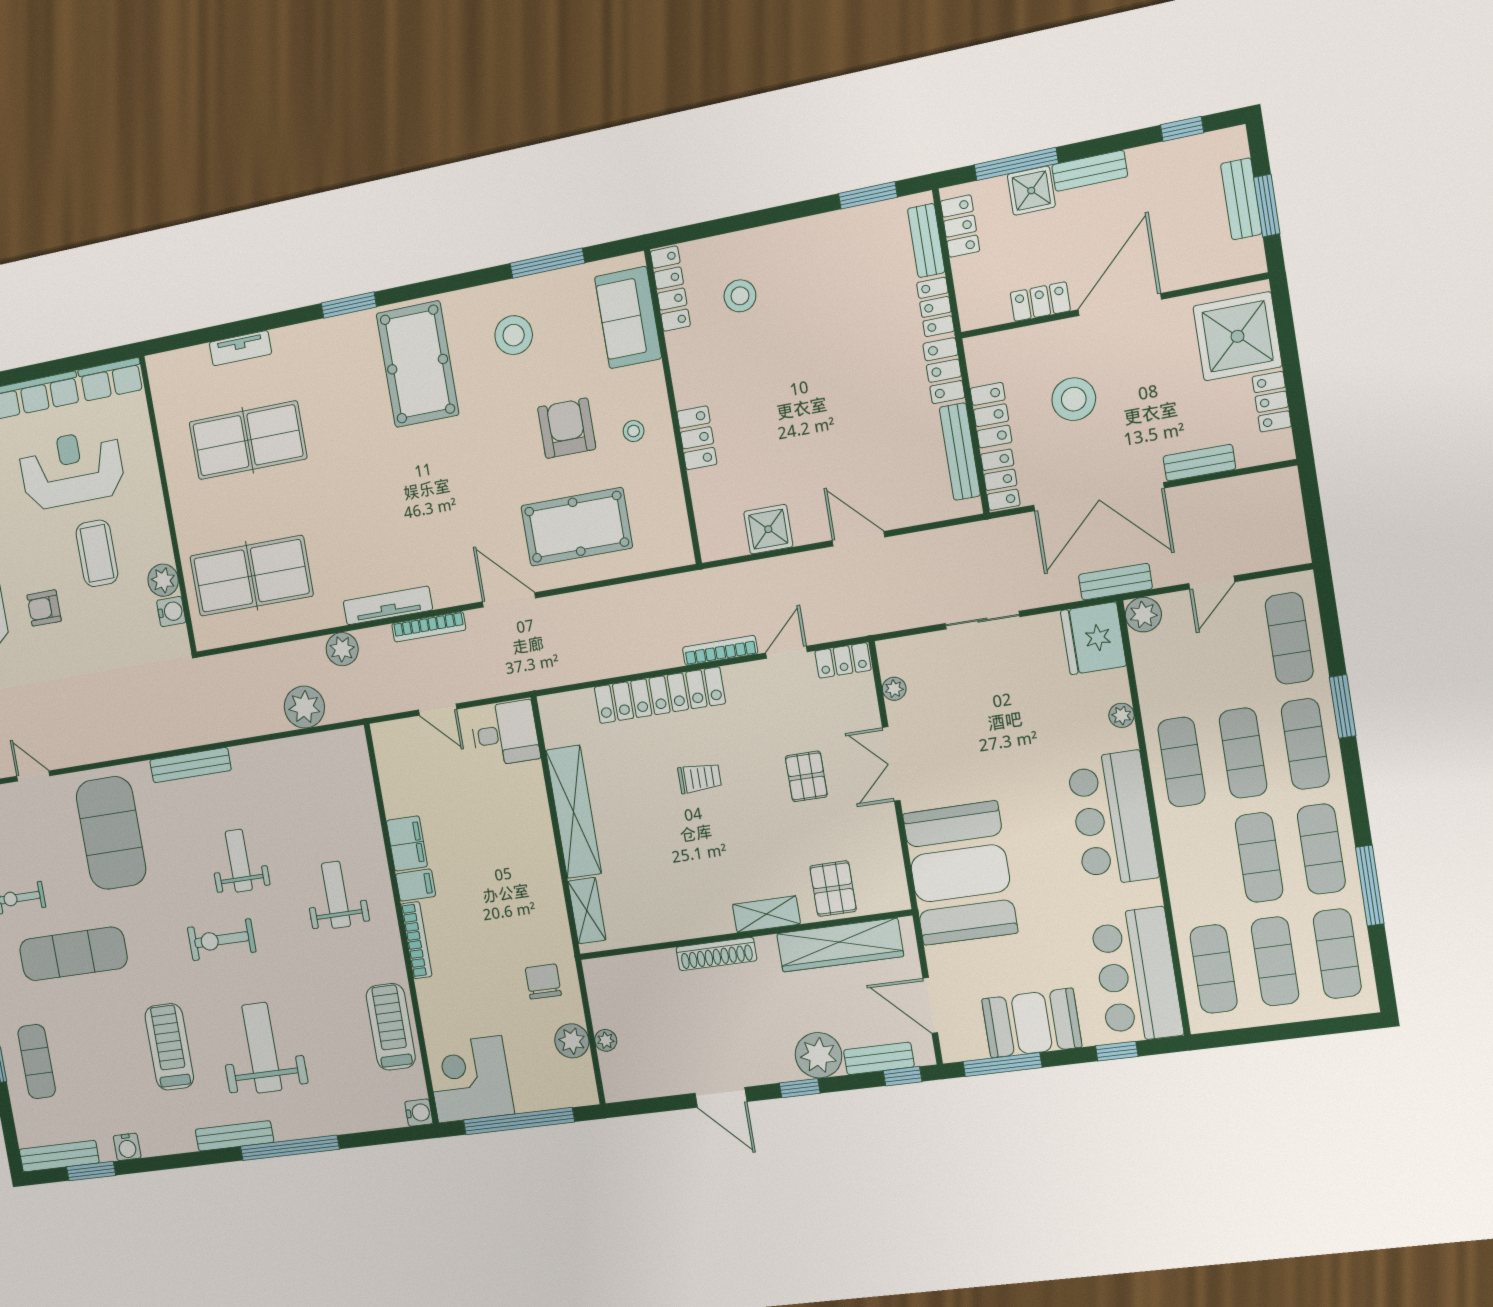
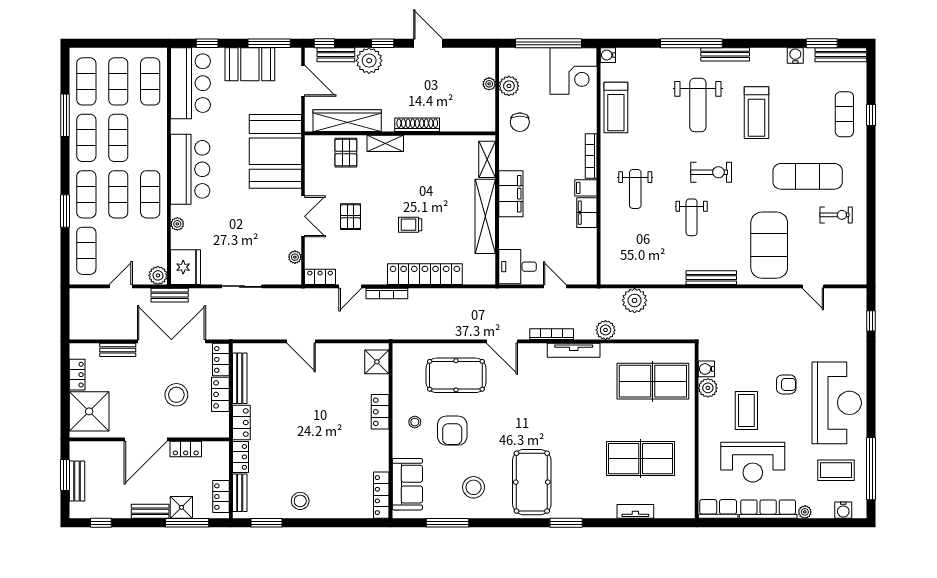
stool: (740, 296) -> (300, 501), moved
shower: (768, 529) -> (377, 362), moved
filing cabinet: (537, 857) -> (511, 194), added

